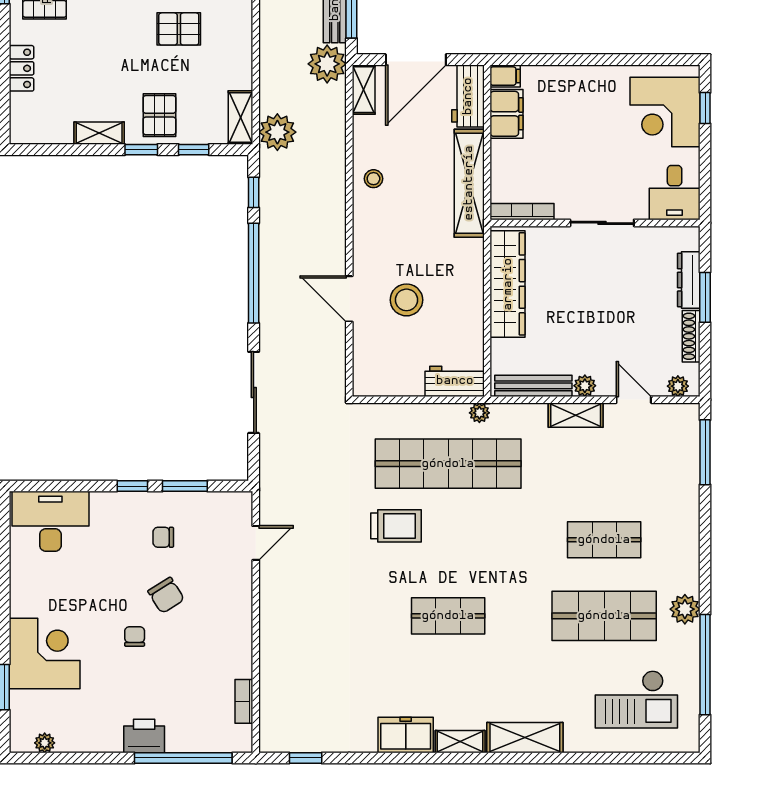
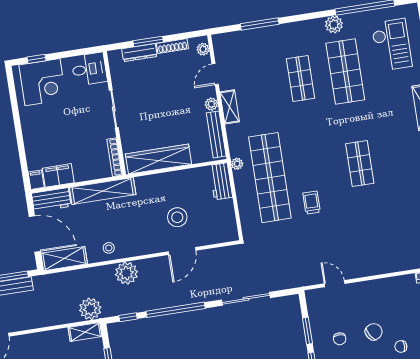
plant: (327, 64) -> (126, 273), moved
shelving: (364, 90) -> (64, 259), width x1.50, depth x1.33
window: (705, 452) -> (260, 24), moved
trolley: (396, 526) -> (312, 203), width x0.73, depth x0.72

